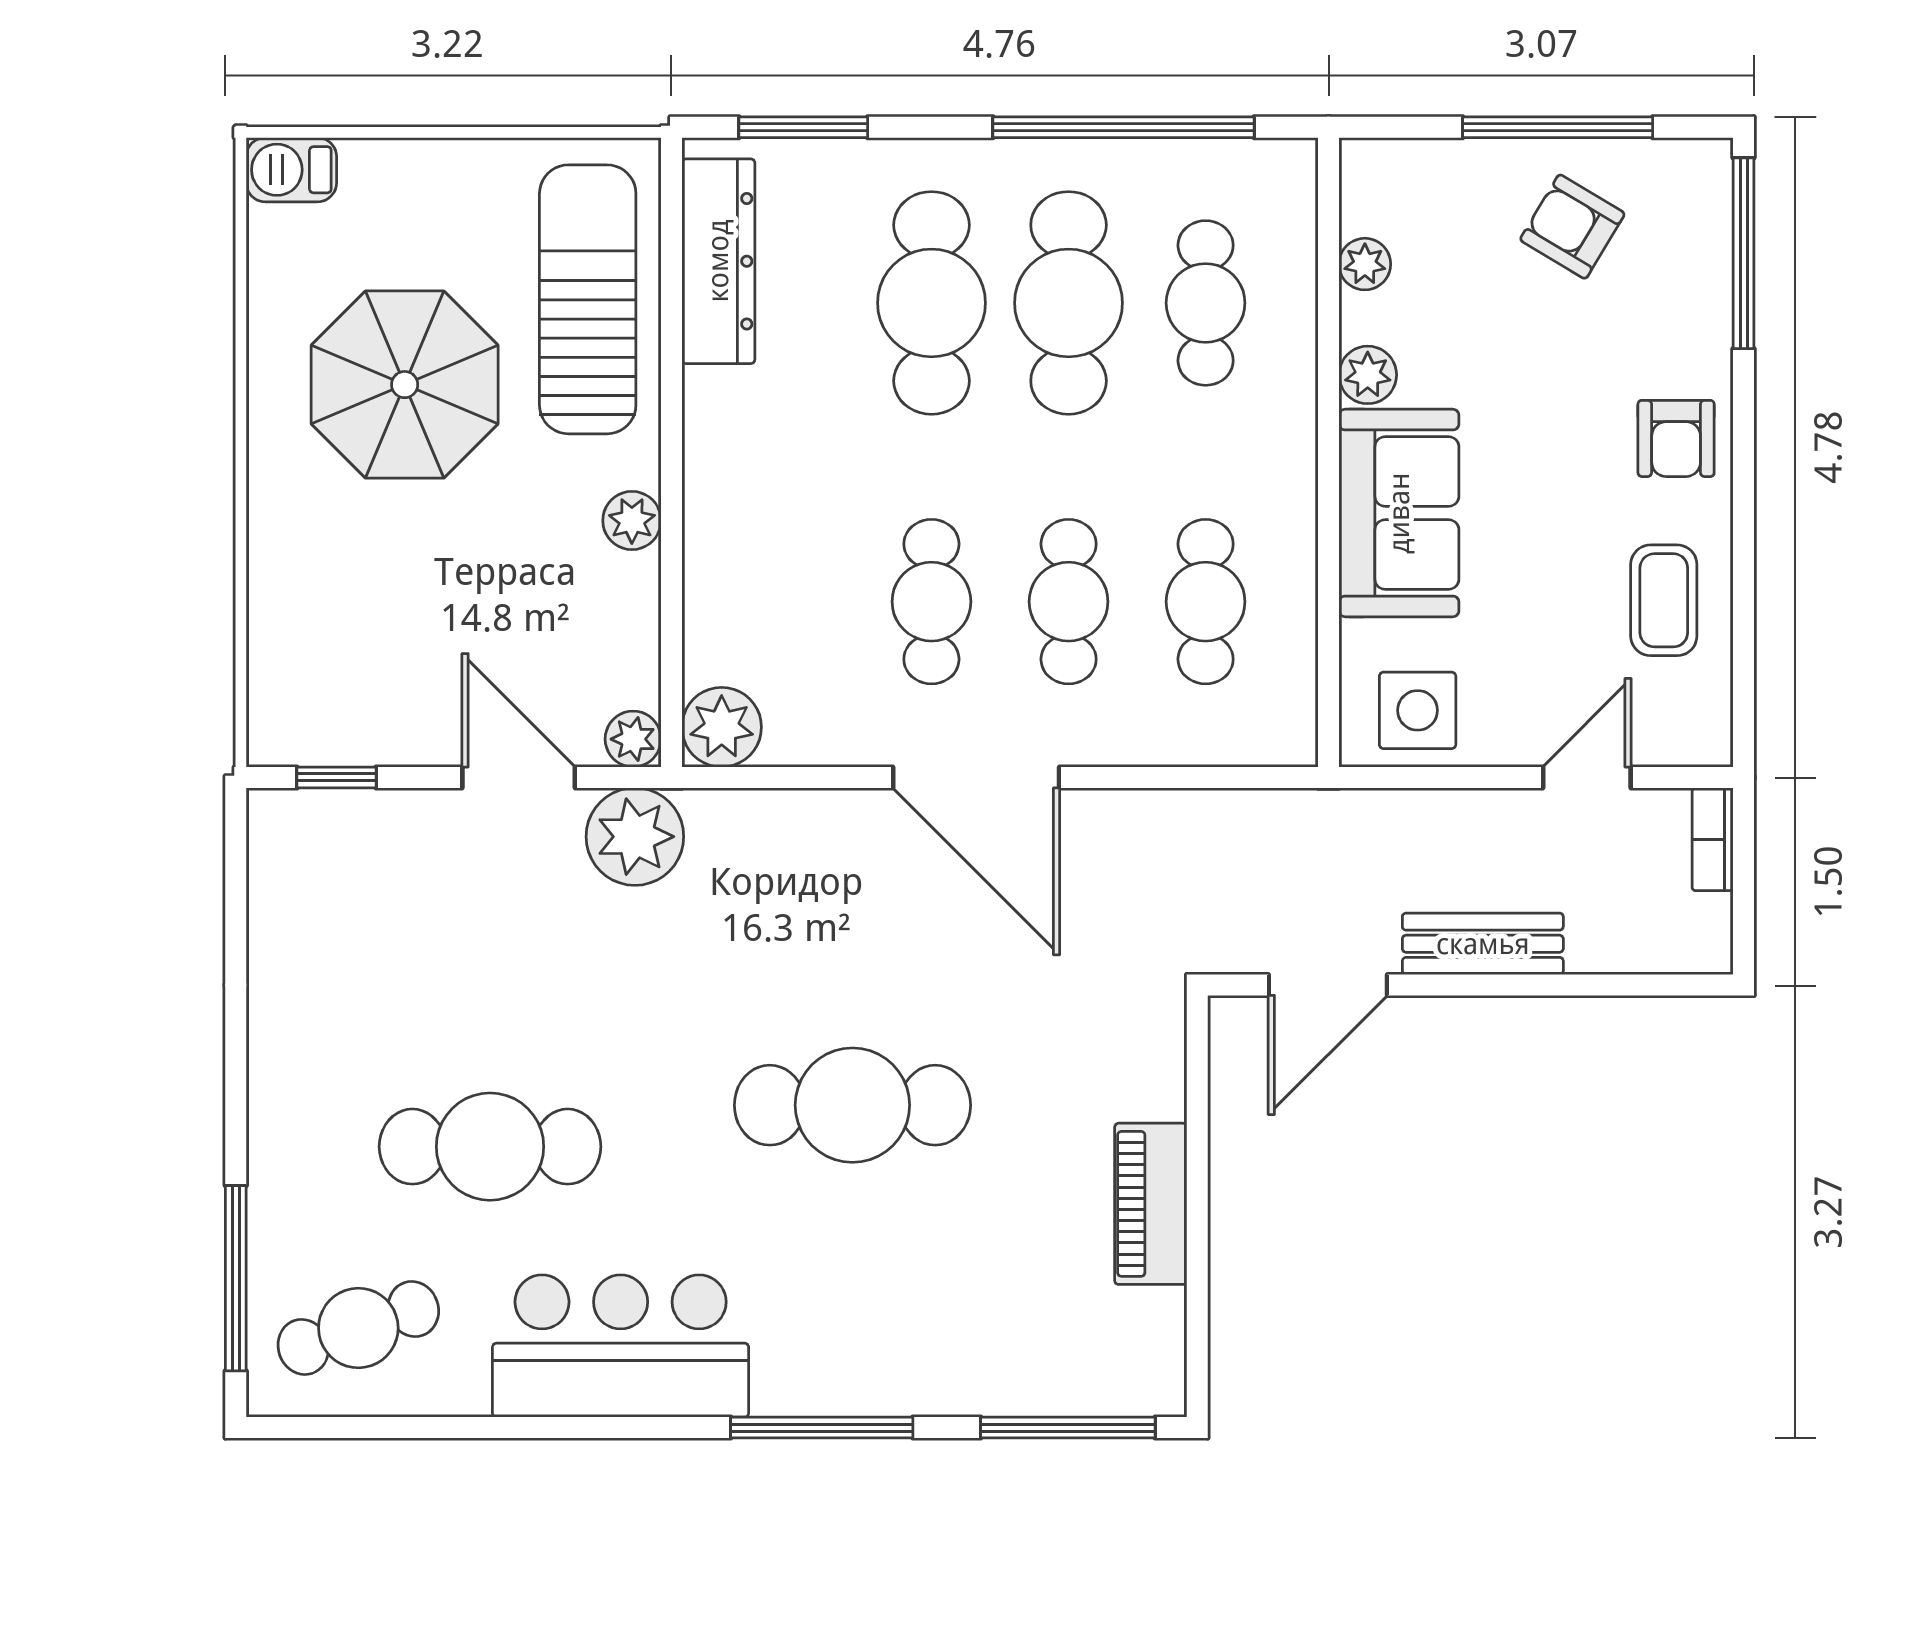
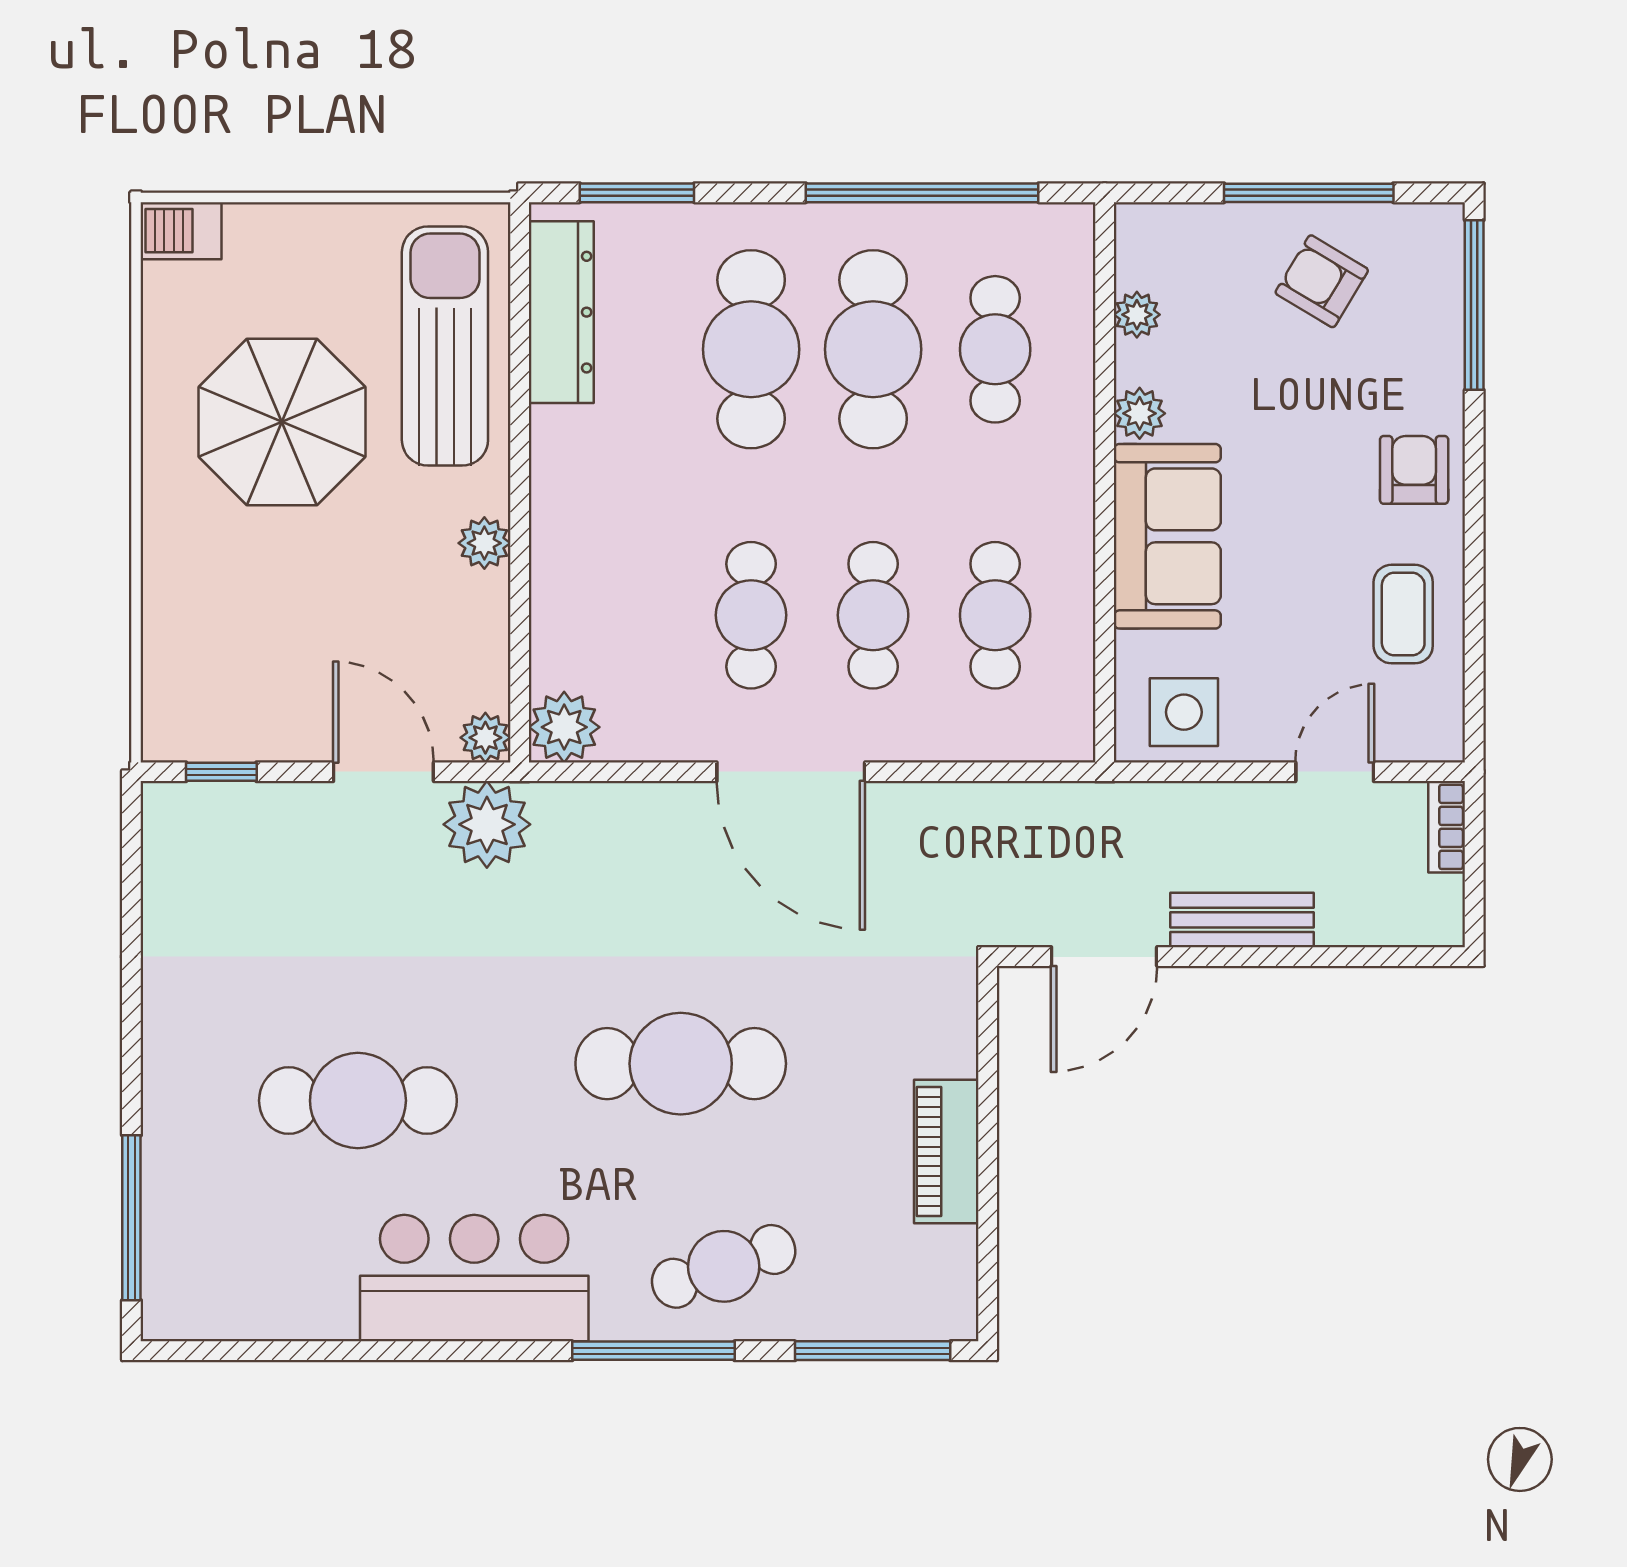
armchair: (1676, 438) -> (1414, 470), turned 180
cafe table: (358, 1328) -> (724, 1266), moved

